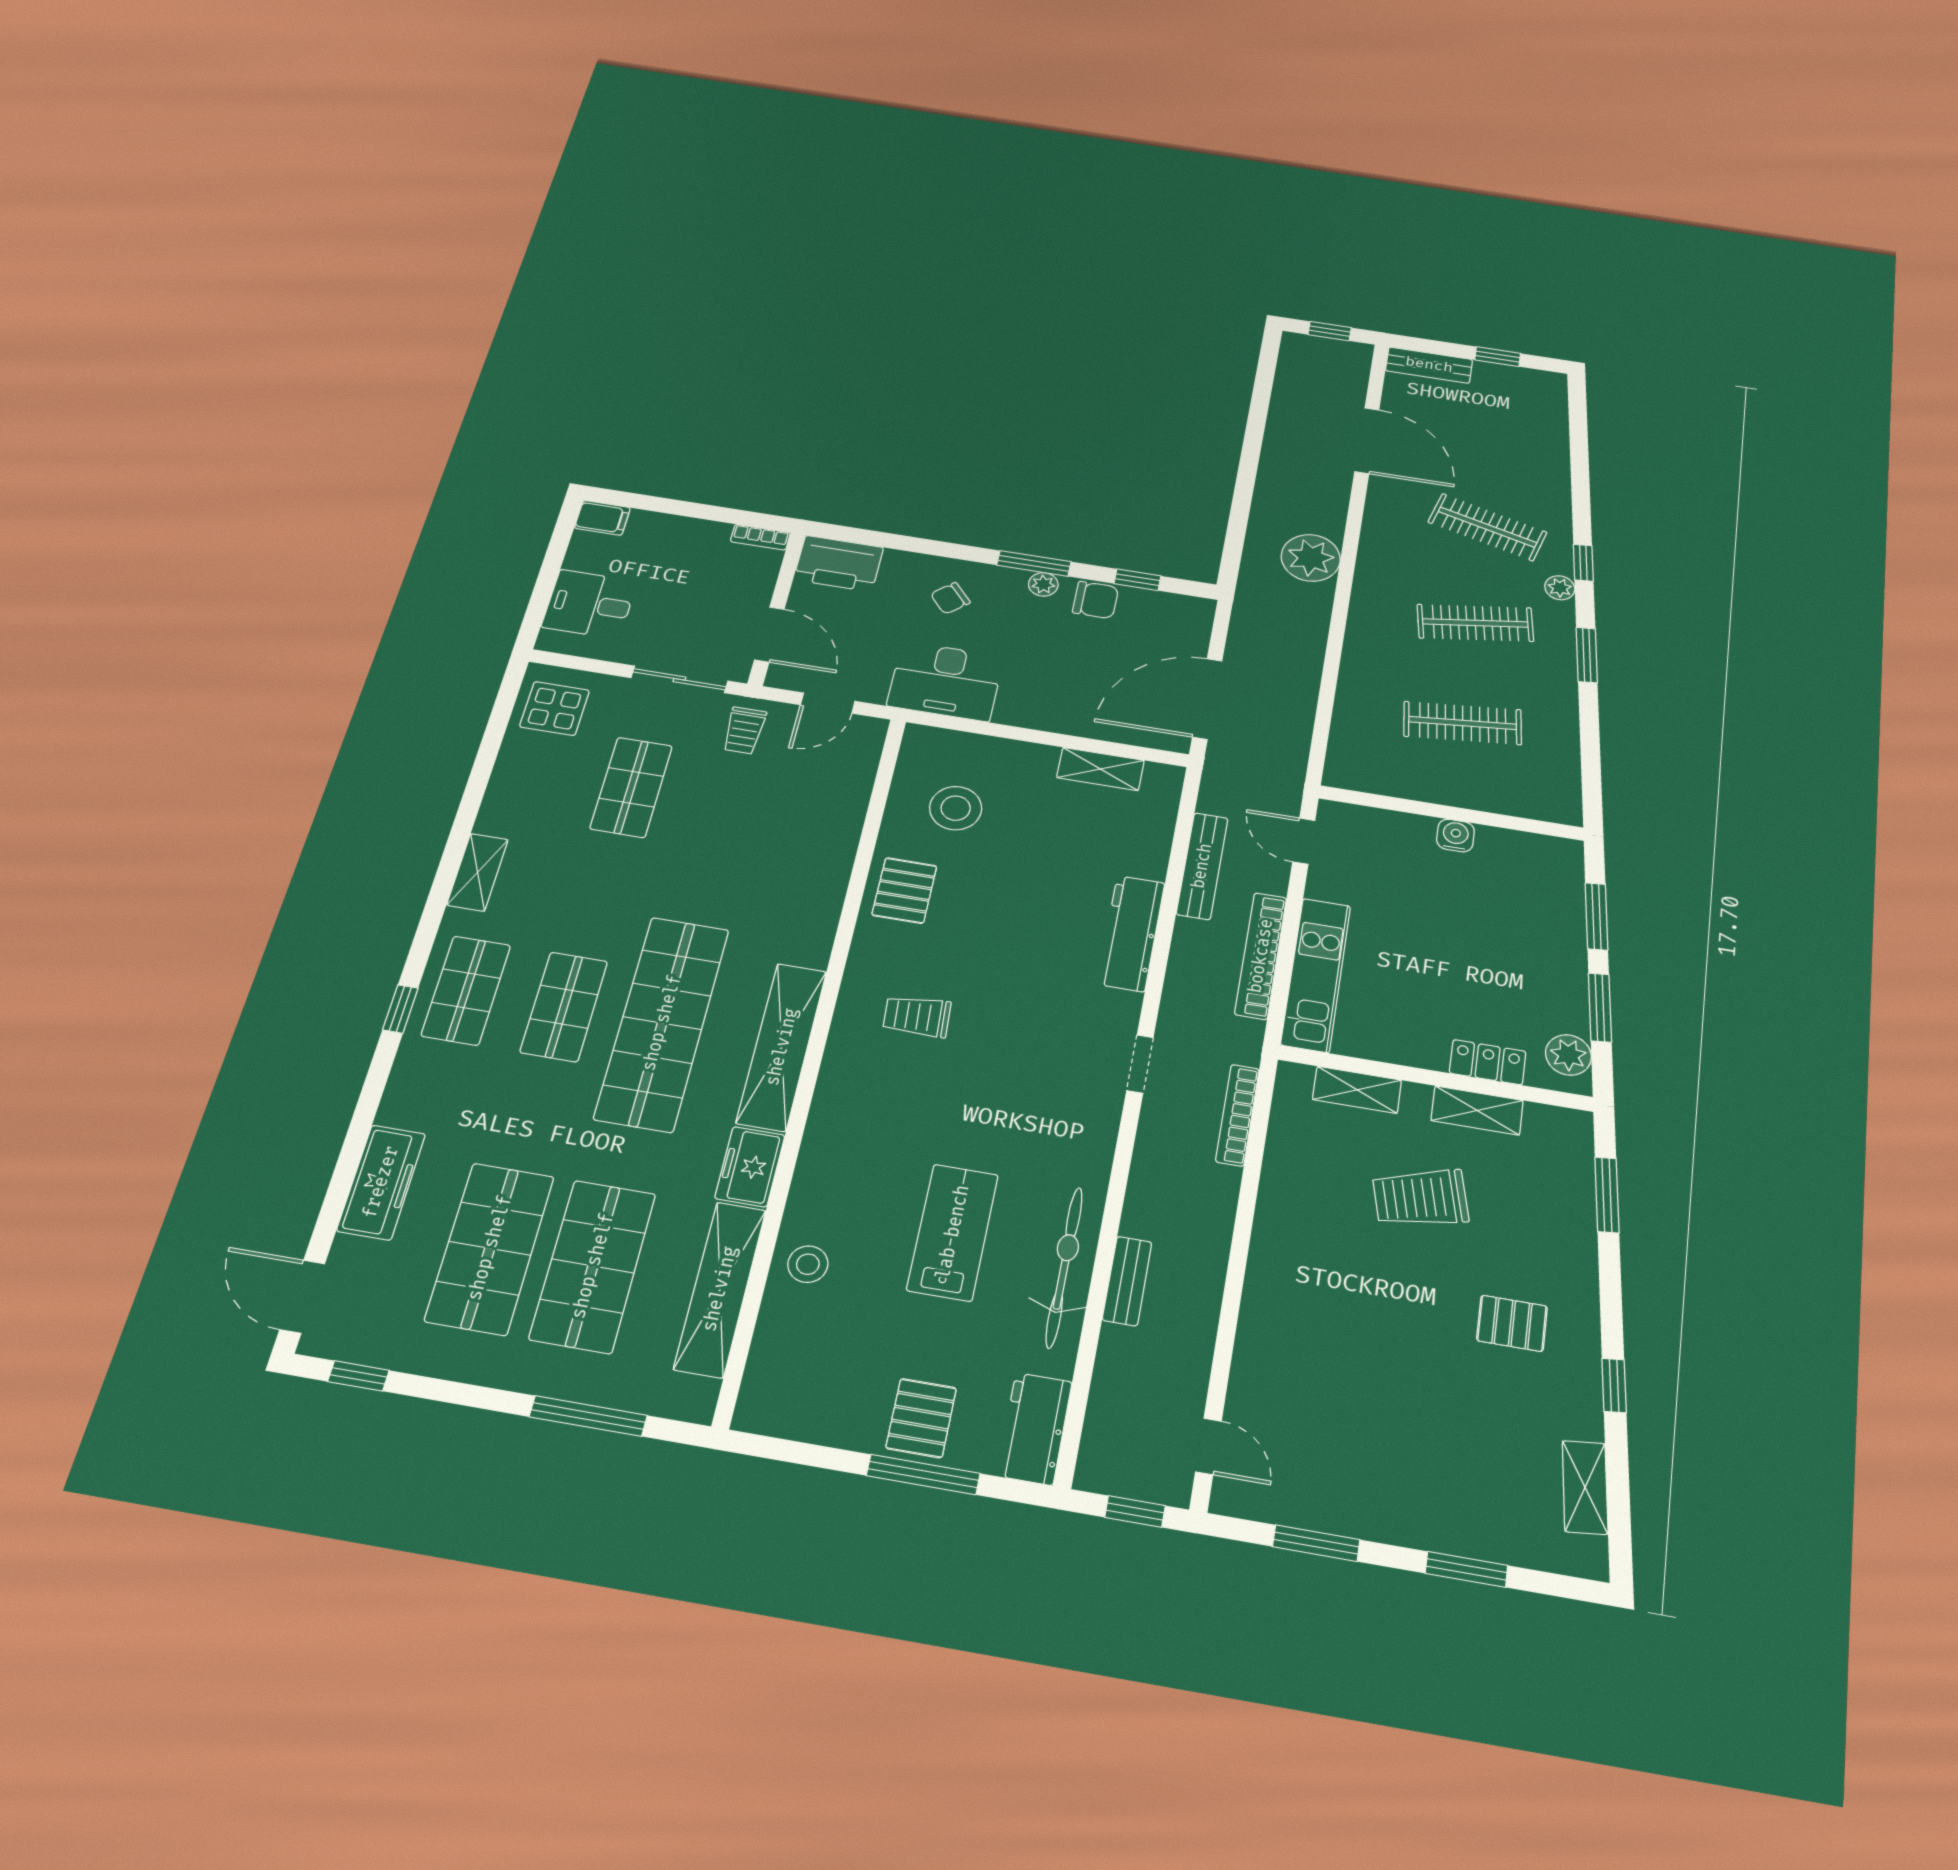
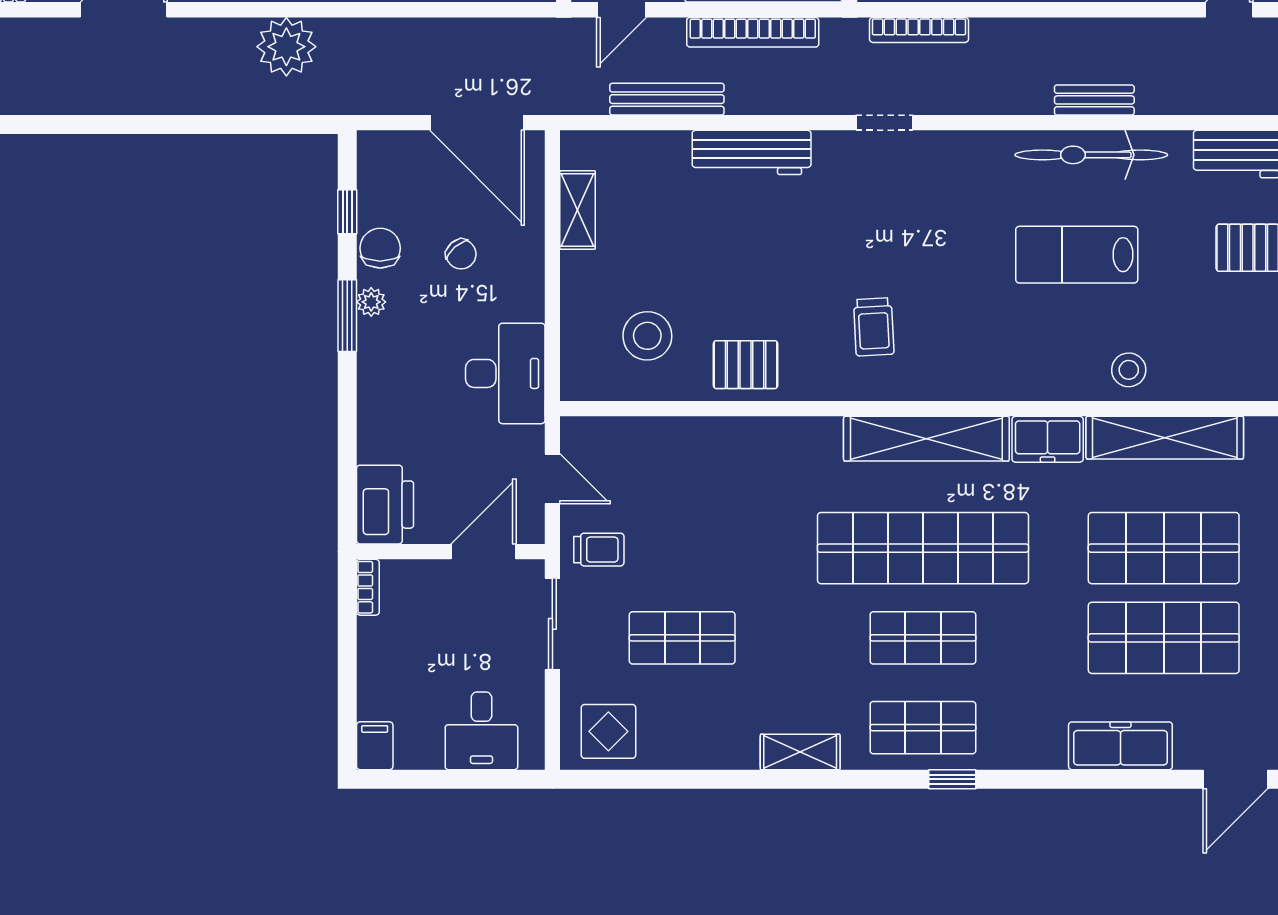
chair: (950, 598) -> (461, 254), moved

